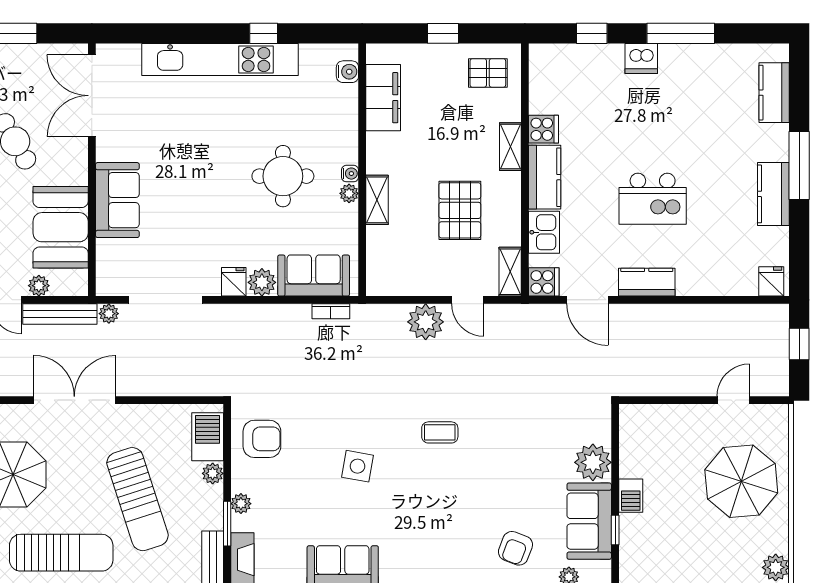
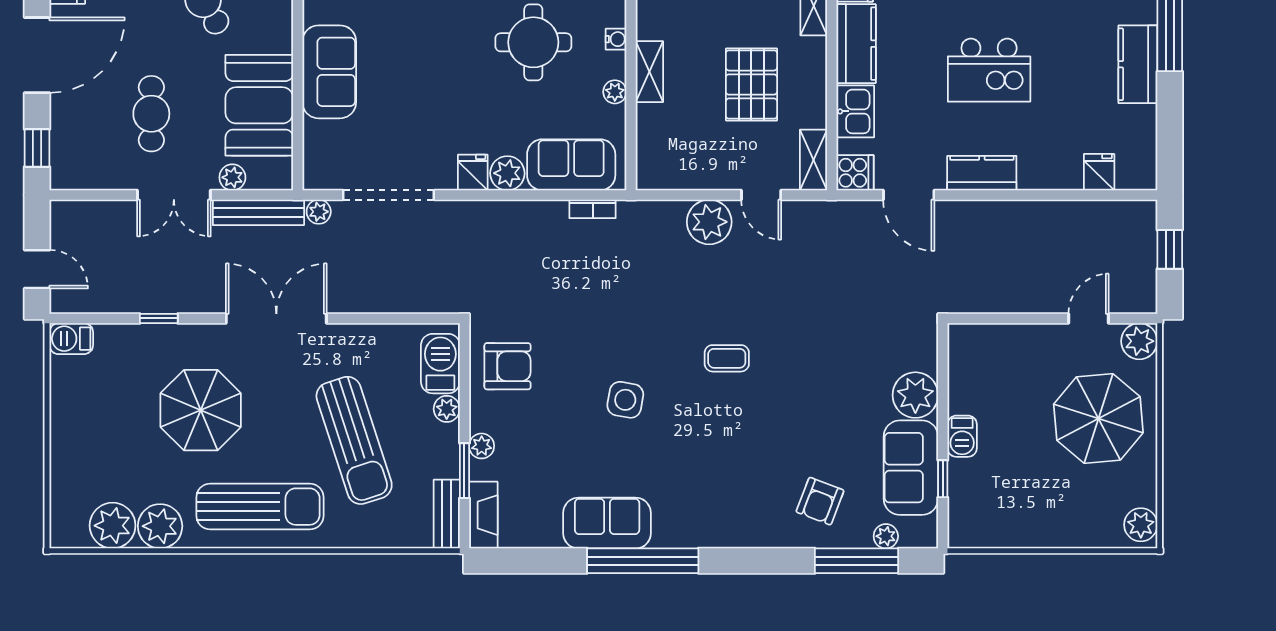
plant: (349, 193) -> (615, 92), moved
fridge: (771, 281) -> (1099, 172), moved
plant: (774, 419) -> (1139, 341), added

